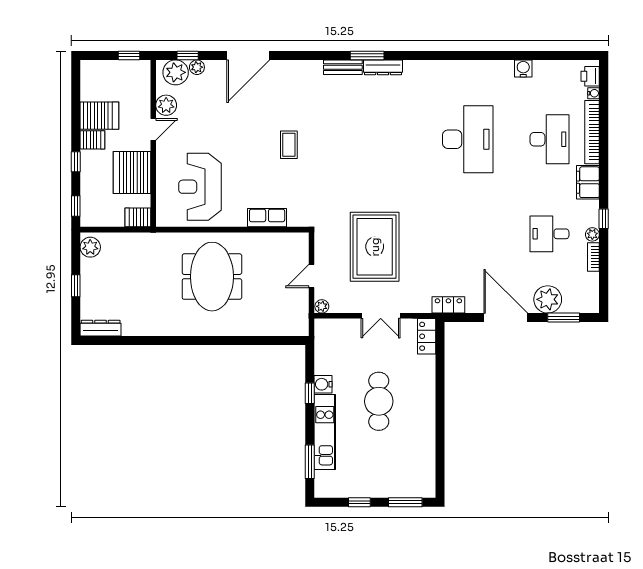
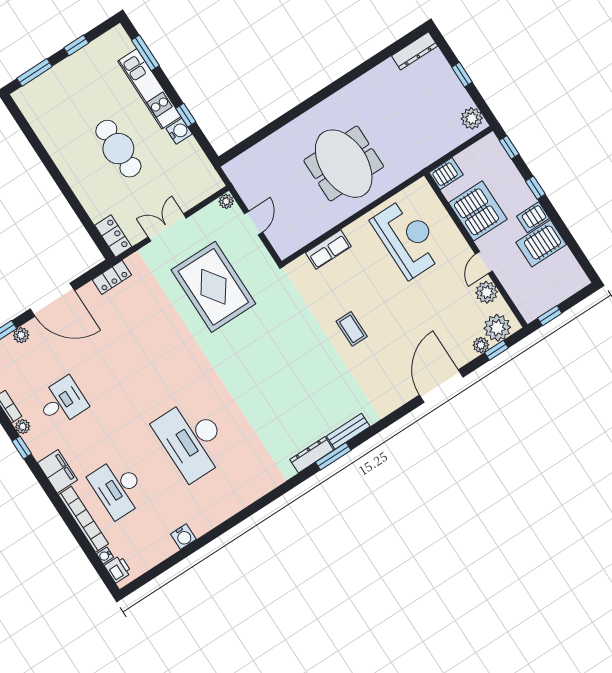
plant: (548, 299) -> (21, 335), width x0.53, depth x0.53

